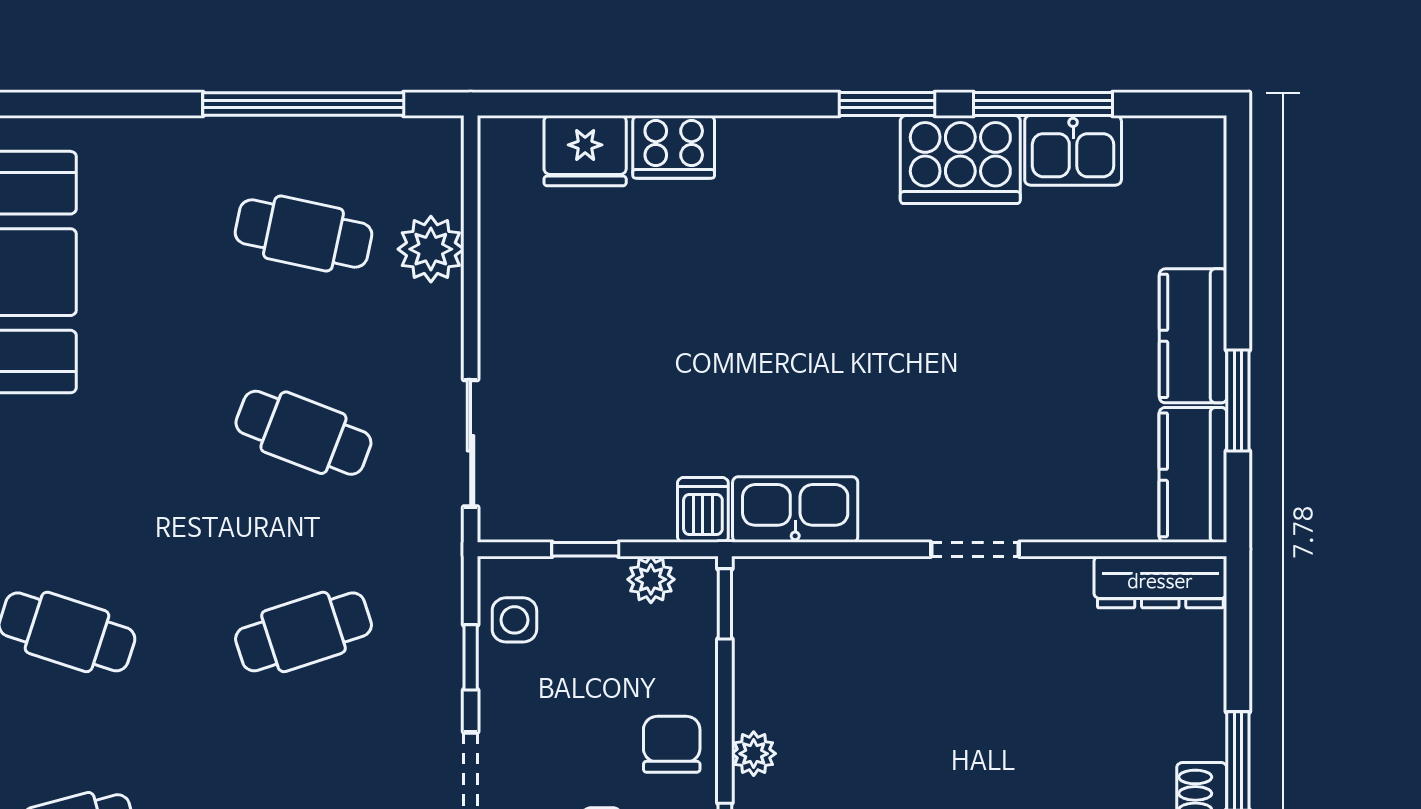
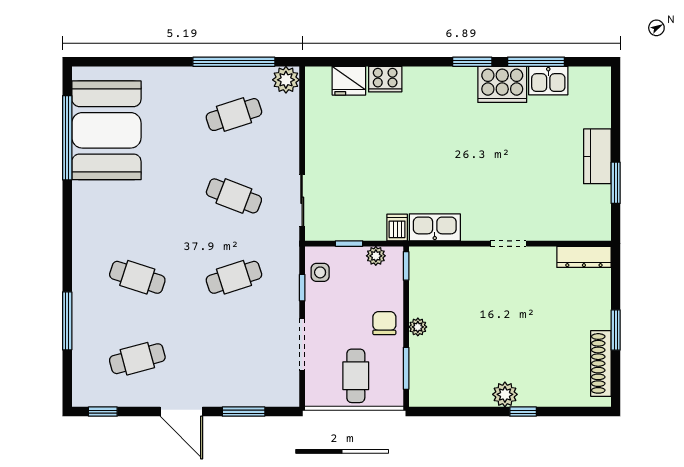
cafe table: (303, 233) -> (234, 115), turned -30
plant: (431, 249) -> (286, 80), moved
kitchen counter: (1193, 475) -> (597, 213), removed

